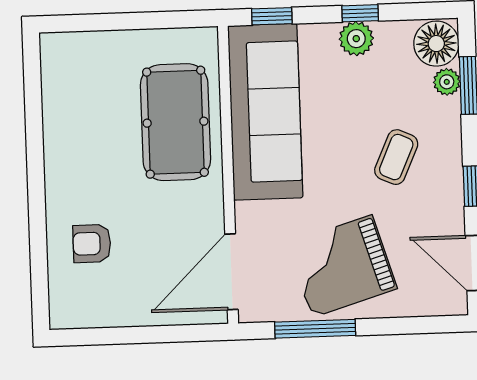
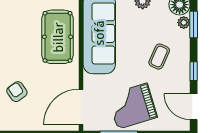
armchair: (92, 244) -> (17, 92), turned 55

